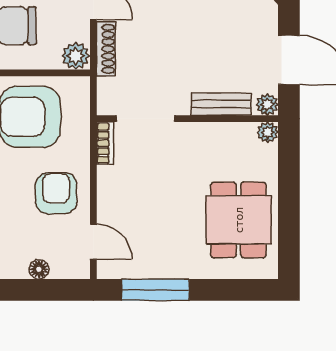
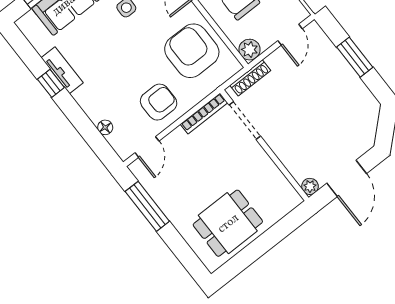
shoe rack: (106, 49) -> (250, 78), moved
bench: (221, 104) -> (289, 159), removed
plant: (268, 132) -> (294, 200), removed
bookcase: (105, 143) -> (204, 113), width x1.56

